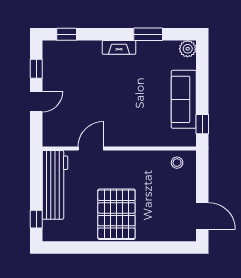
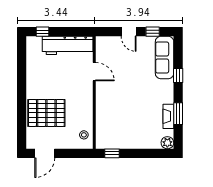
window: (67, 34) -> (178, 75), moved
fireplace: (119, 47) -> (168, 116), moved
sofa: (184, 99) -> (165, 57), moved, turned -90
pallet: (116, 214) -> (46, 113), moved

